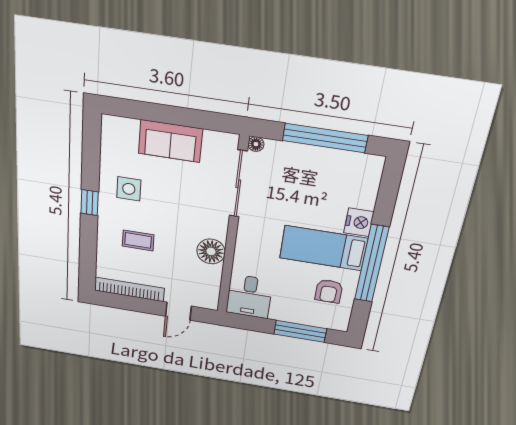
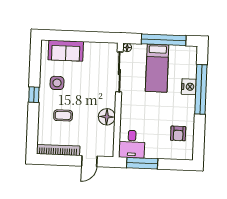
sofa: (170, 141) -> (66, 51), moved
bed: (323, 248) -> (157, 68), moved, turned -90
window: (372, 264) -> (201, 89), moved
window: (300, 331) -> (142, 163), moved

